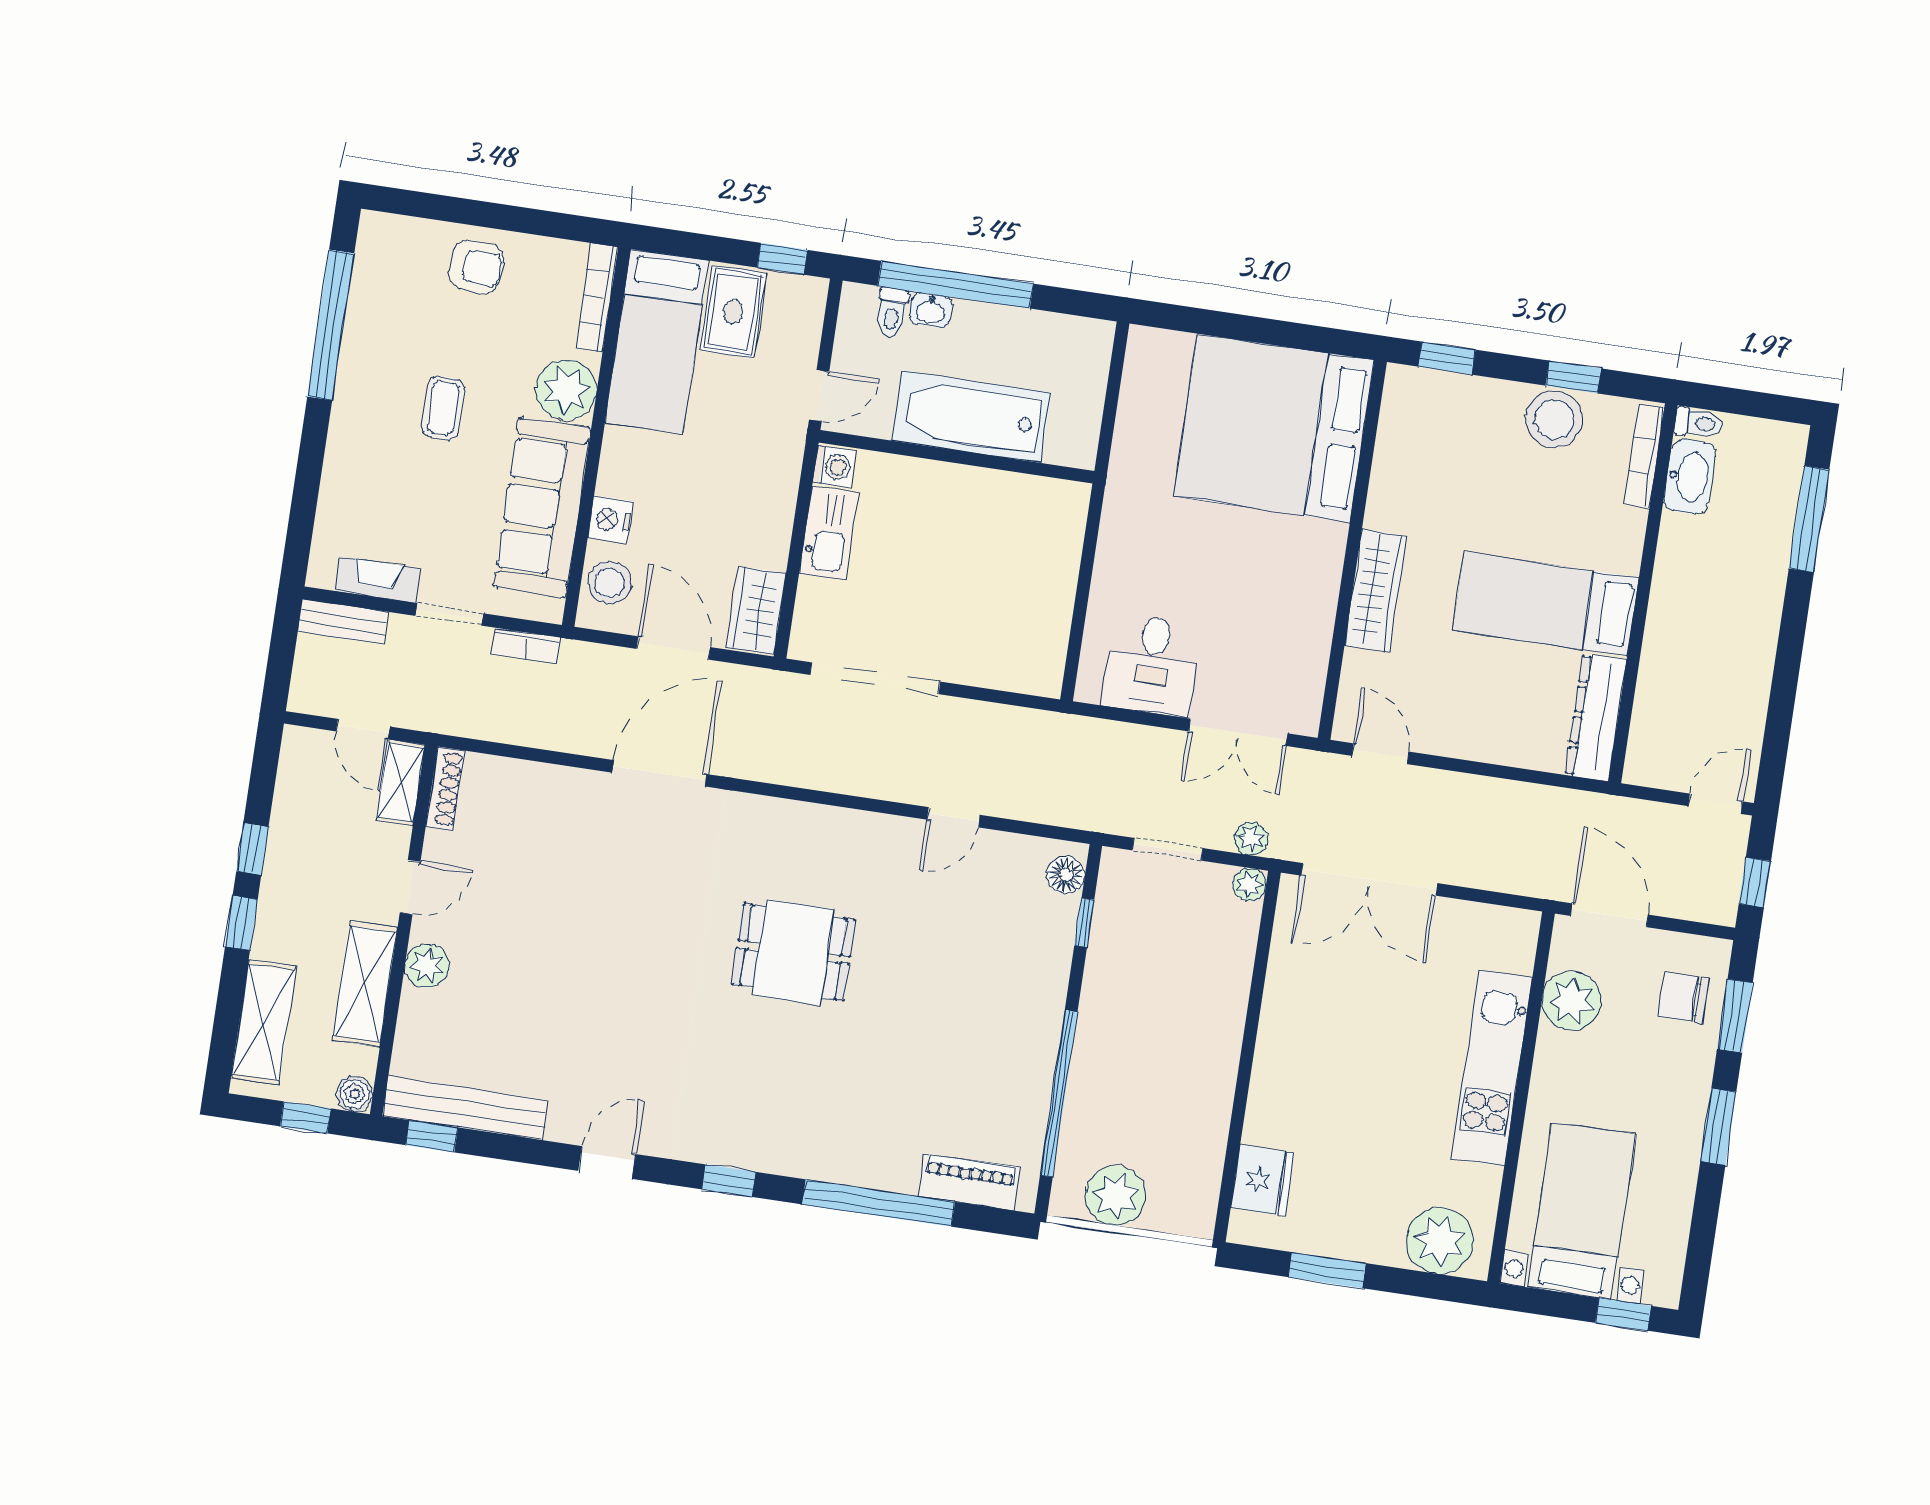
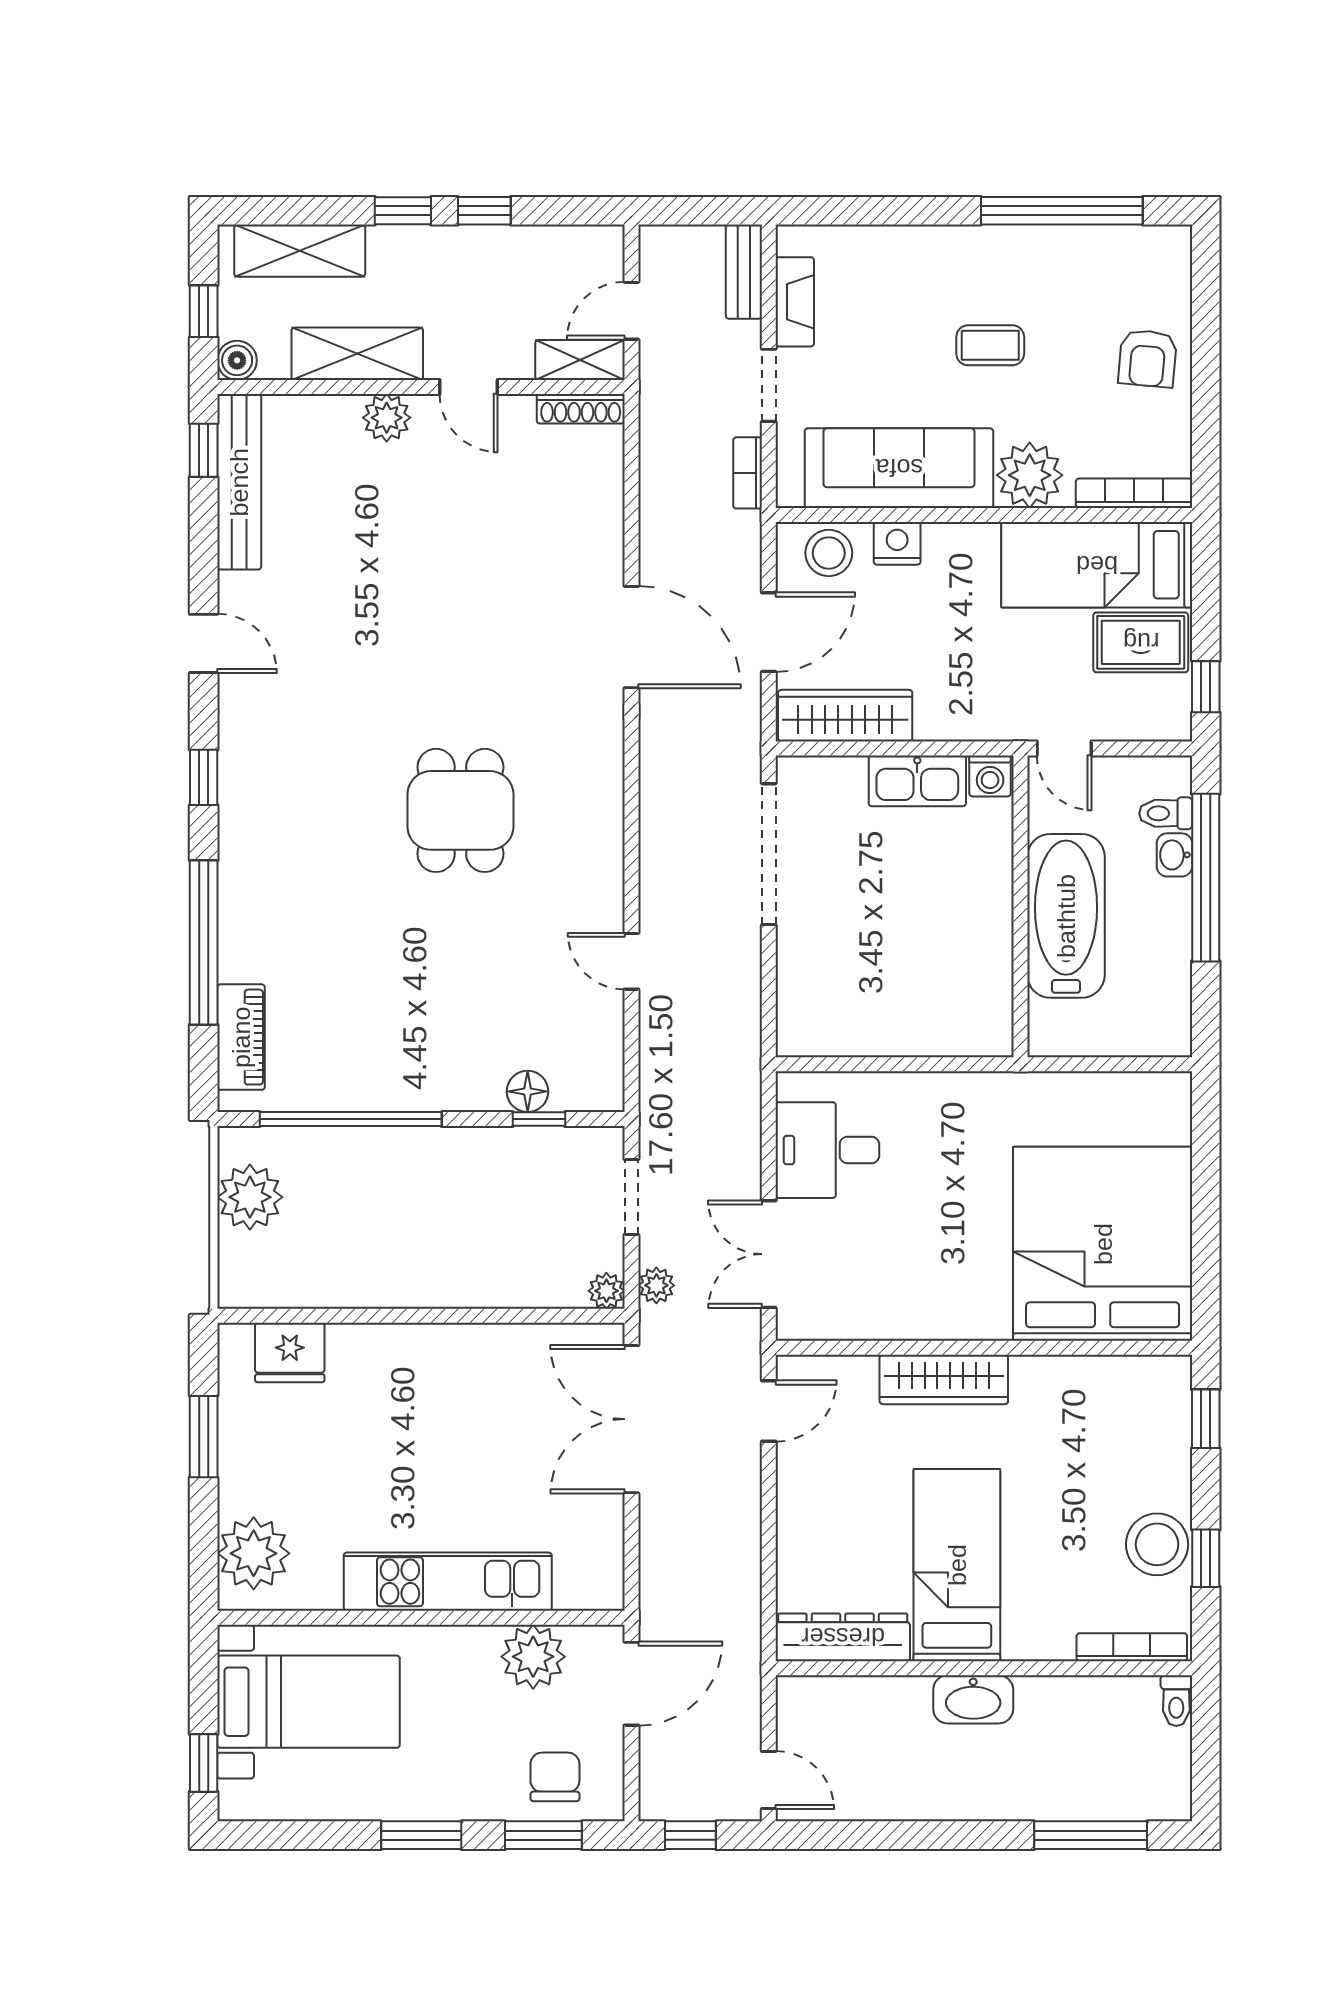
washbasin: (1689, 477) -> (973, 1699), moved
wardrobe: (757, 610) -> (845, 716), width x1.50
floor lamp: (1066, 875) -> (528, 1091), moved

